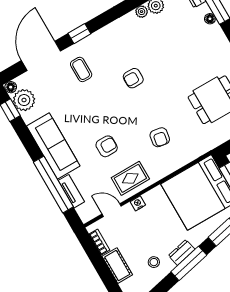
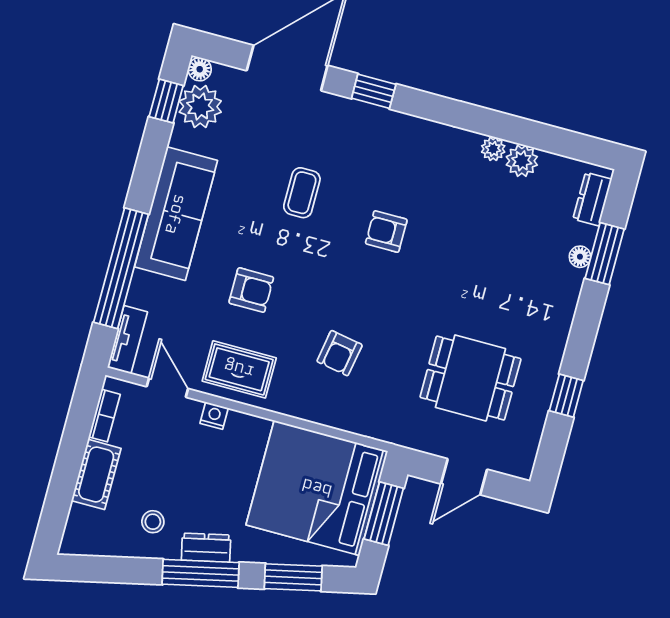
coffee table: (81, 69) -> (302, 193), moved
tv unit: (71, 191) -> (127, 340), moved

